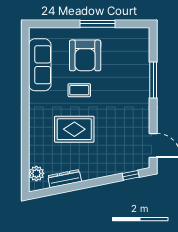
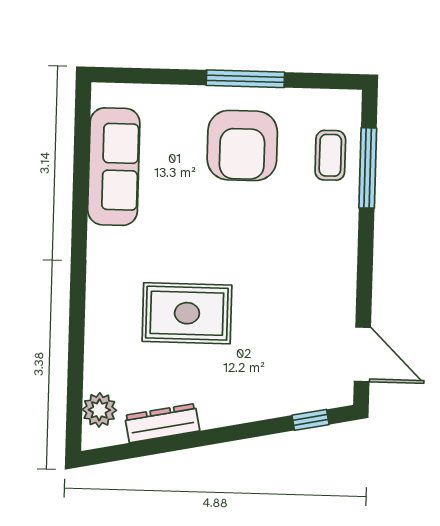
armchair: (85, 55) -> (242, 145), moved
window: (153, 80) -> (368, 168), moved
coffee table: (79, 90) -> (330, 155), moved, turned 90

